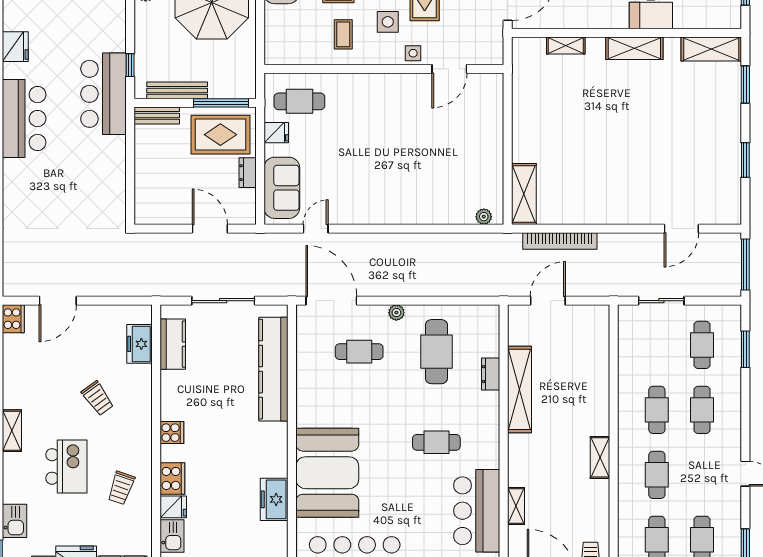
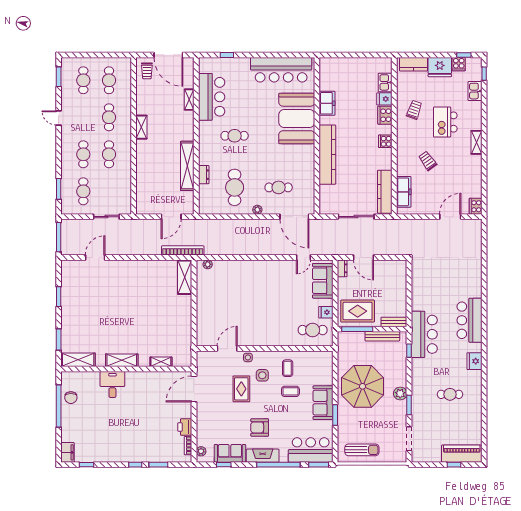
dresser: (248, 173) -> (342, 268), moved
bookcase: (560, 241) -> (183, 250), moved
freezer: (140, 344) -> (404, 192), width x1.40
kitchen counter: (173, 344) -> (385, 192), width x1.50
kitchen counter: (273, 369) -> (327, 155), moved

